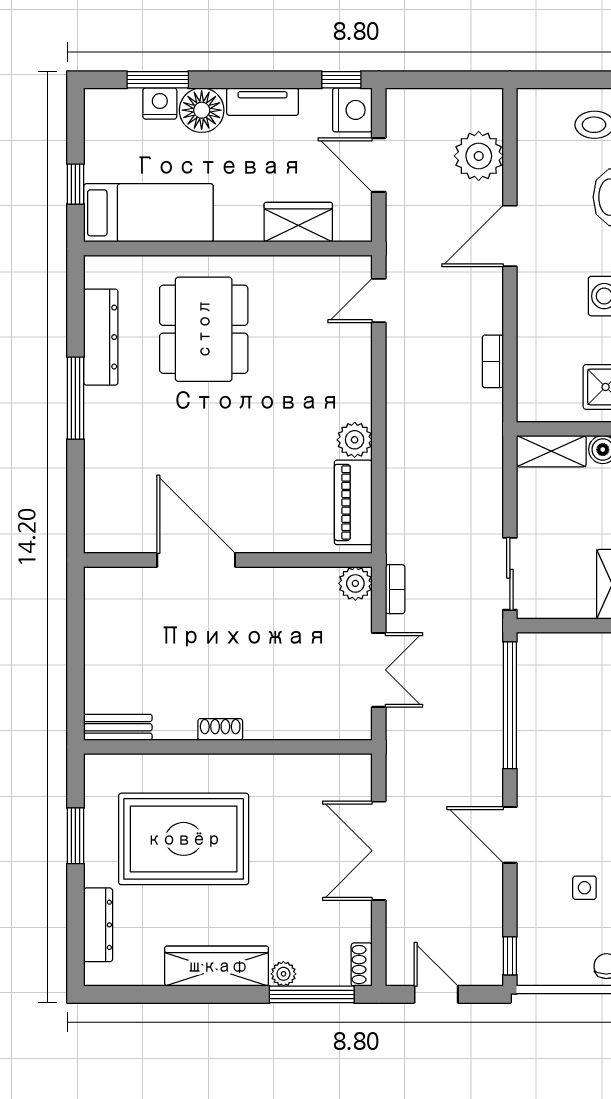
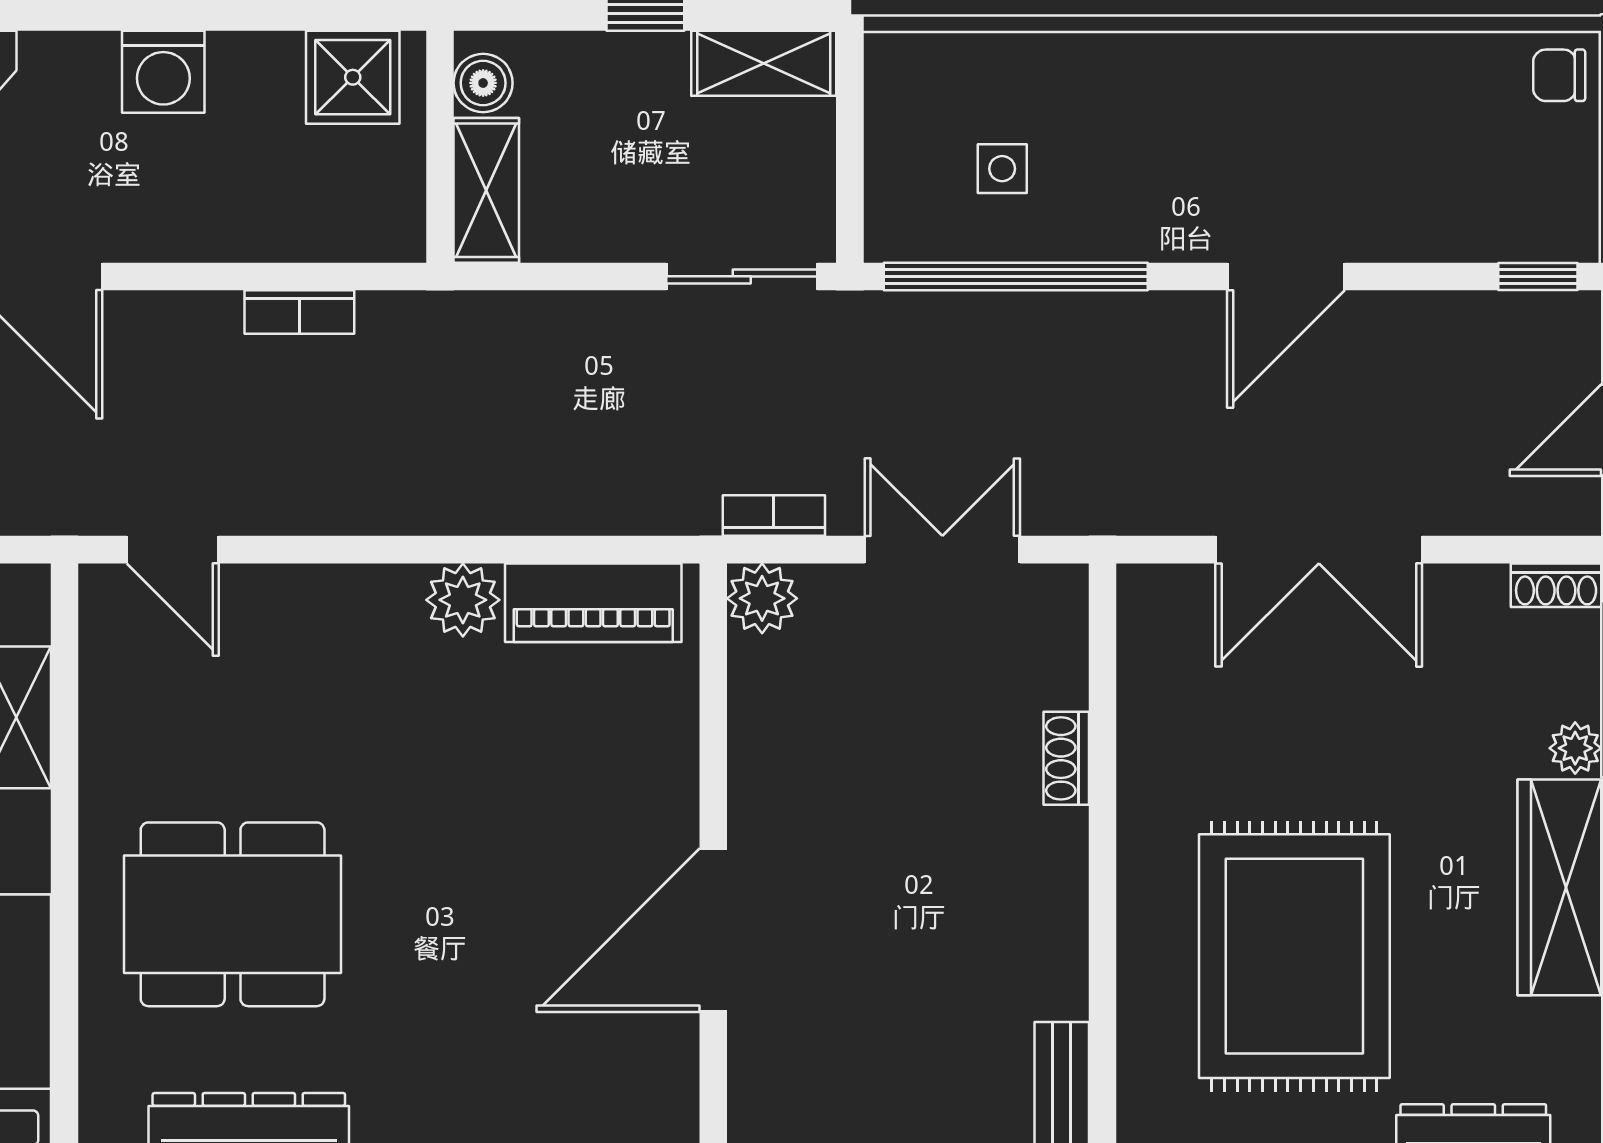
shoe rack: (220, 729) -> (1066, 758), moved
side table: (584, 888) -> (1002, 169), moved

